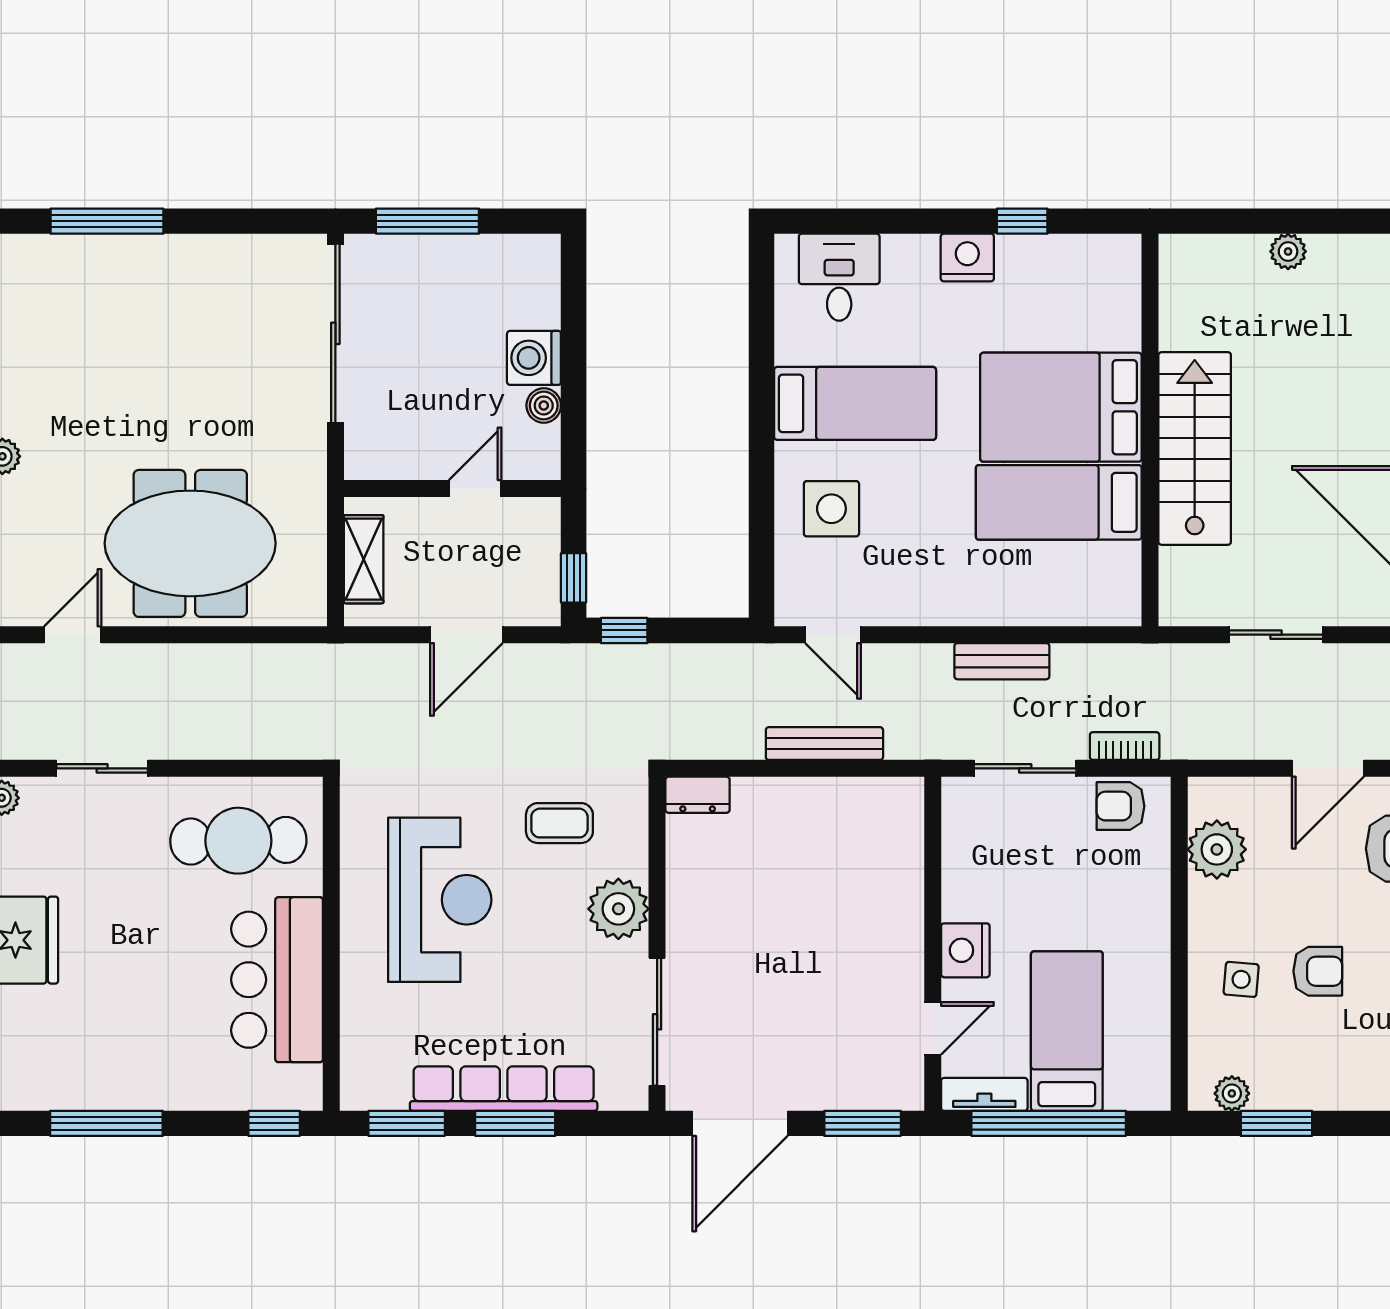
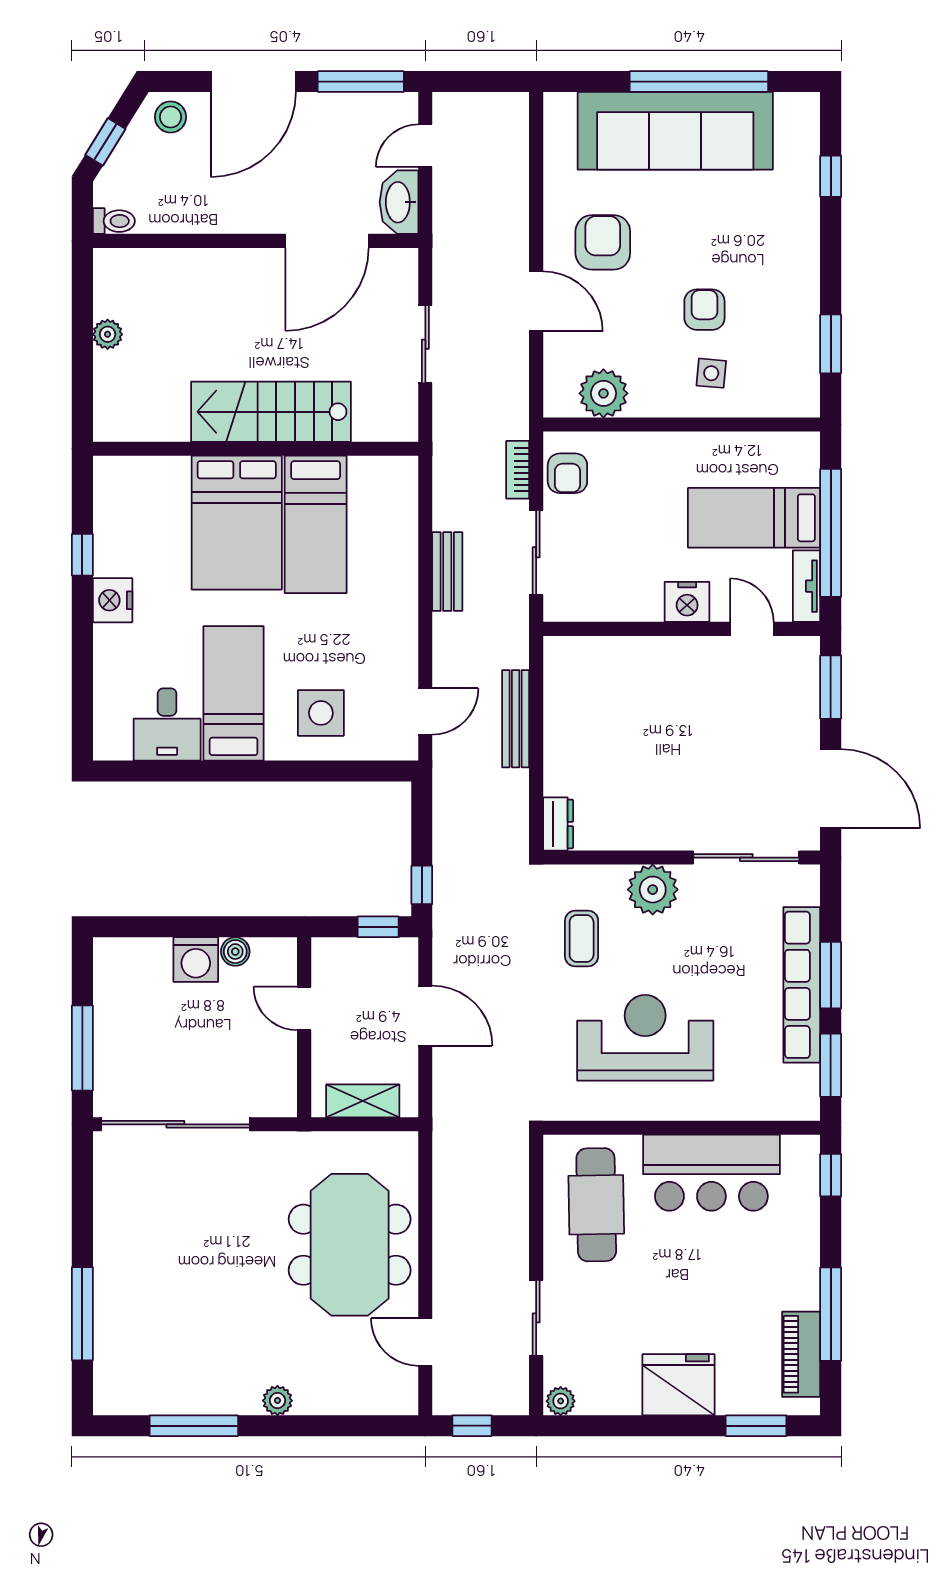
desk: (839, 277) -> (167, 724), moved, turned -90
piano: (58, 1088) -> (801, 1354), added
plant: (1232, 1093) -> (806, 381), removed

